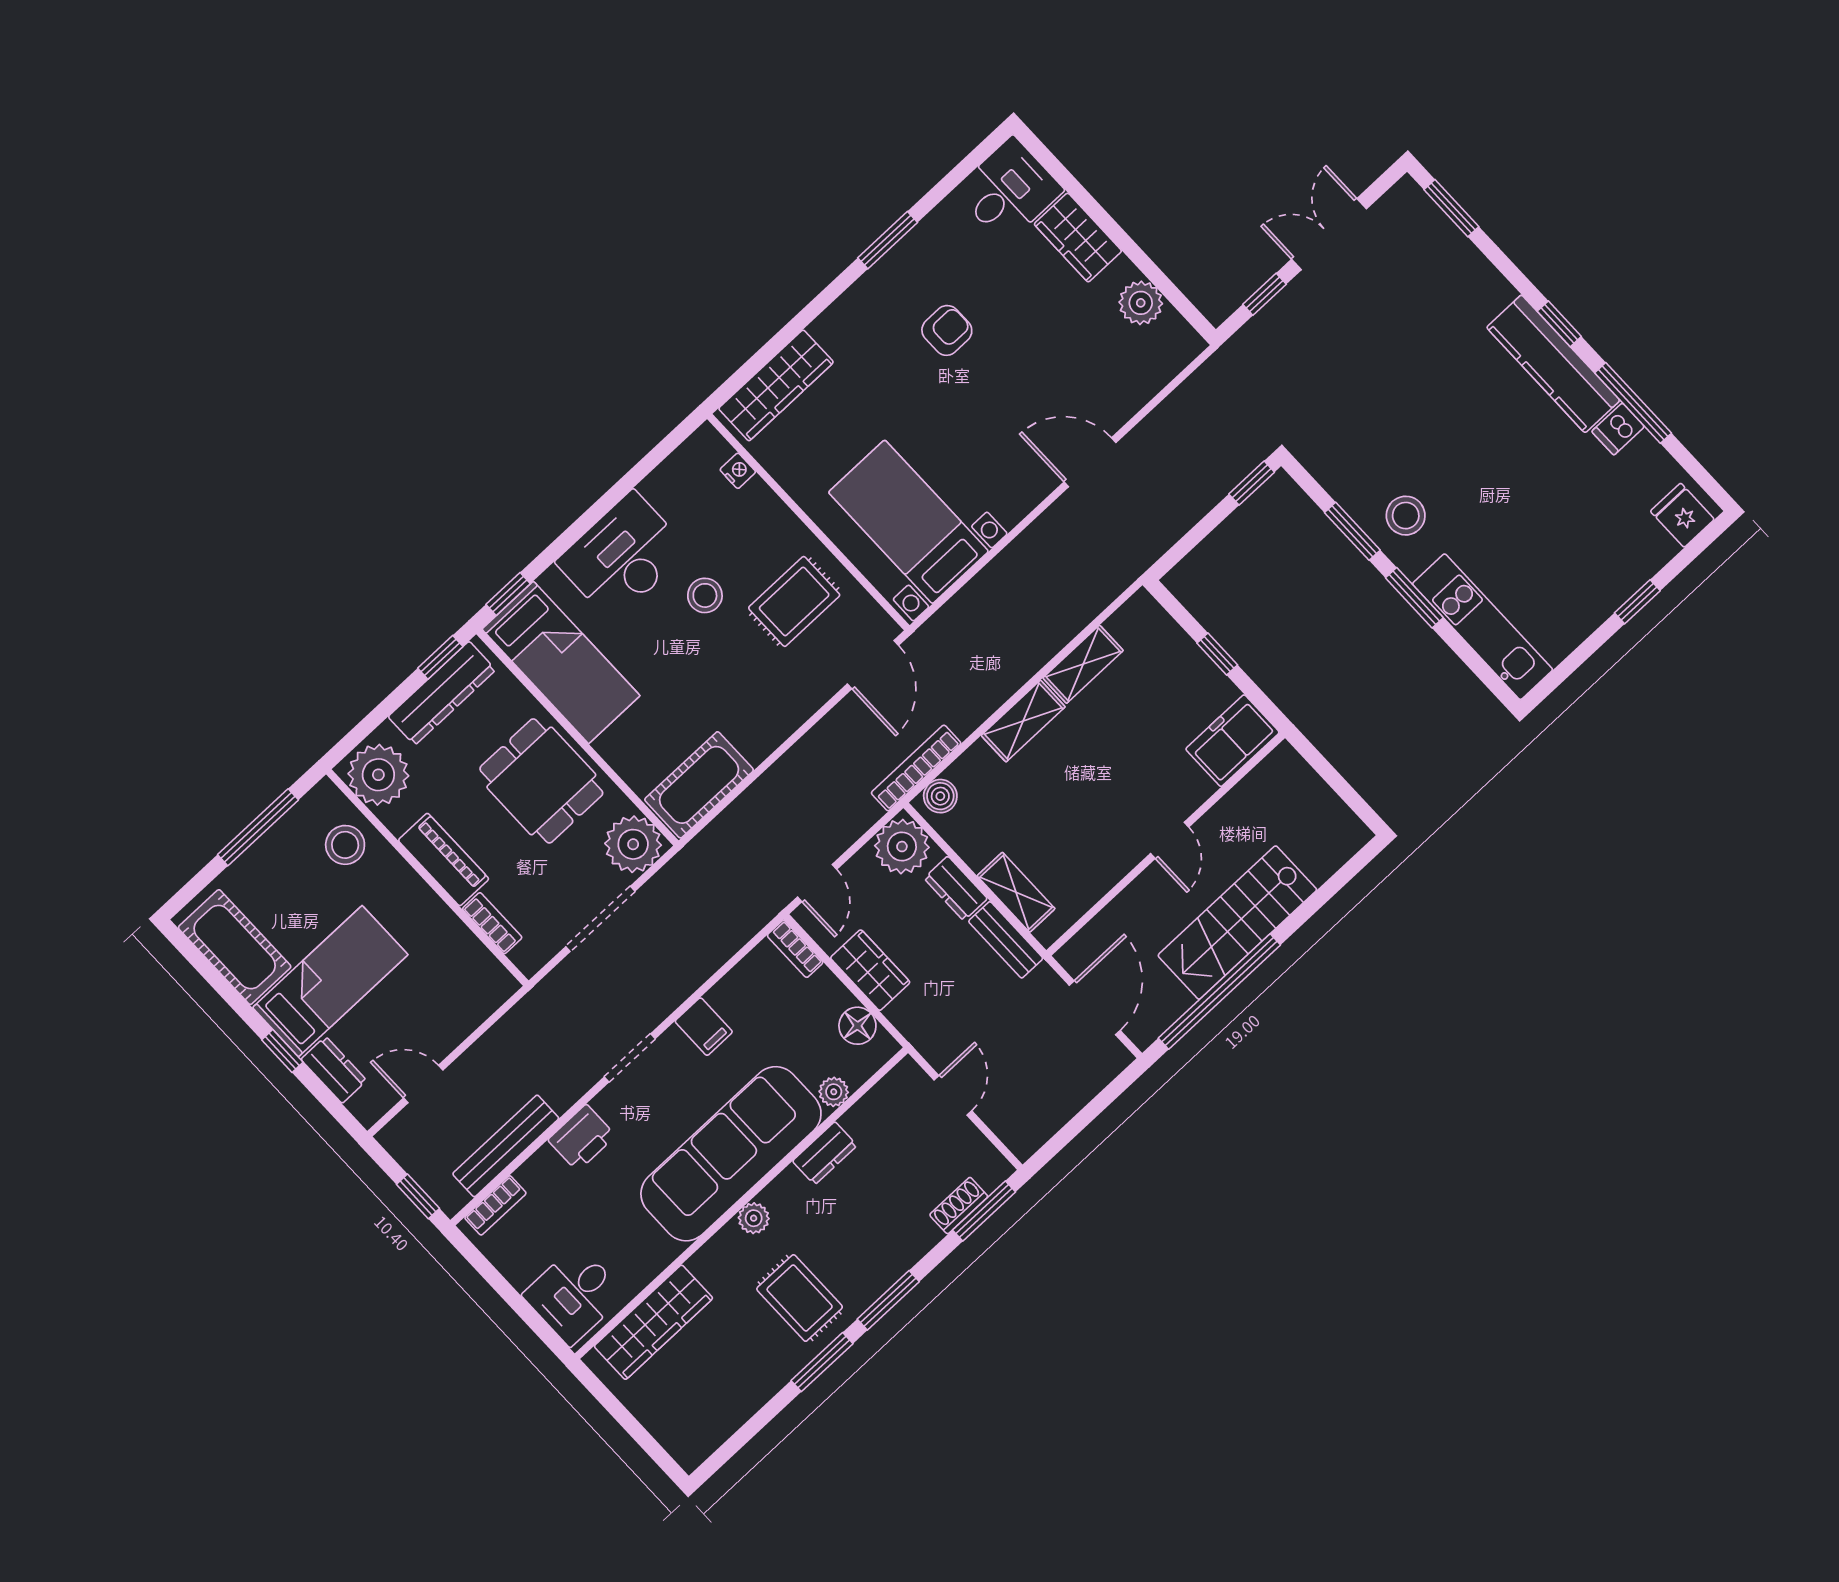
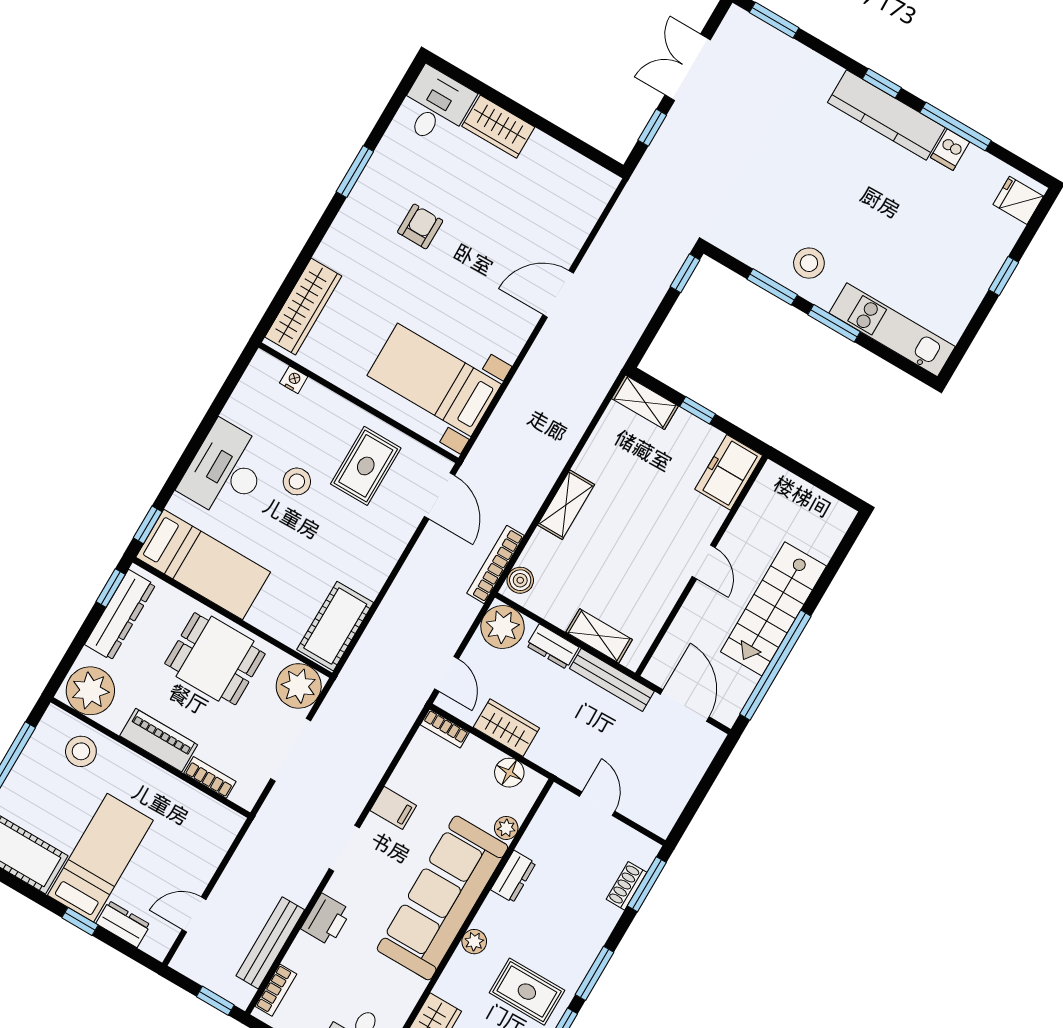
plant: (1141, 303) -> (561, 162), removed
shelving: (1083, 664) -> (645, 402), moved, turned 90
bench: (1006, 940) -> (612, 680), width x1.36

